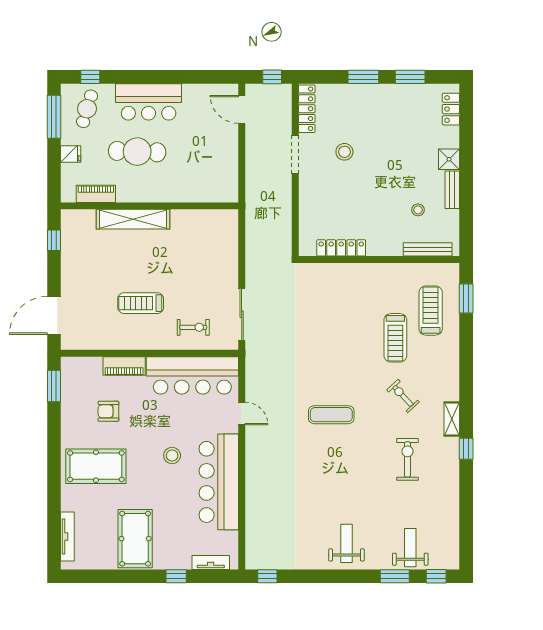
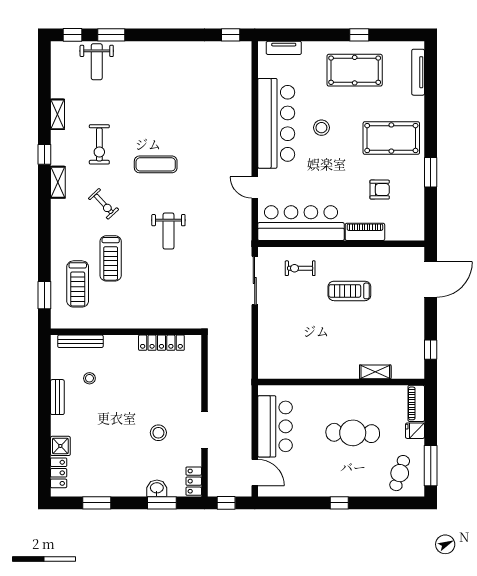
window: (90, 77) -> (339, 503), moved
window: (363, 77) -> (162, 503), moved
washbasin: (346, 92) -> (157, 488), added
bar counter: (149, 102) -> (275, 426), moved, turned 90
locker: (307, 109) -> (194, 481), width x0.66
shower: (449, 159) -> (60, 446), moved
piano: (96, 194) -> (416, 403), moved, turned 90
shelving: (133, 219) -> (375, 372), width x0.45, depth x0.75
treadmill: (141, 303) -> (349, 291), turned 180
treadmill: (395, 338) -> (111, 258), turned 180
window: (54, 386) -> (431, 172), moved
exercise mat: (331, 415) -> (156, 164), moved
stool: (172, 456) -> (321, 128), moved
shelving: (452, 491) -> (57, 114), added
pool table: (135, 539) -> (355, 70), turned 90
weight bench: (346, 543) -> (168, 231), moved
window: (176, 576) -> (359, 35), moved

